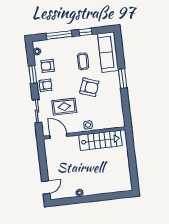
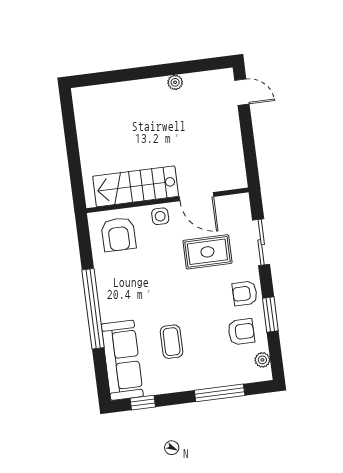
window: (85, 32) -> (143, 403), moved
window: (123, 78) -> (93, 309), width x2.11
armchair: (89, 87) -> (119, 234), moved, turned -110
door: (58, 136) -> (196, 197), moved
door: (46, 187) -> (242, 92), swing flipped

